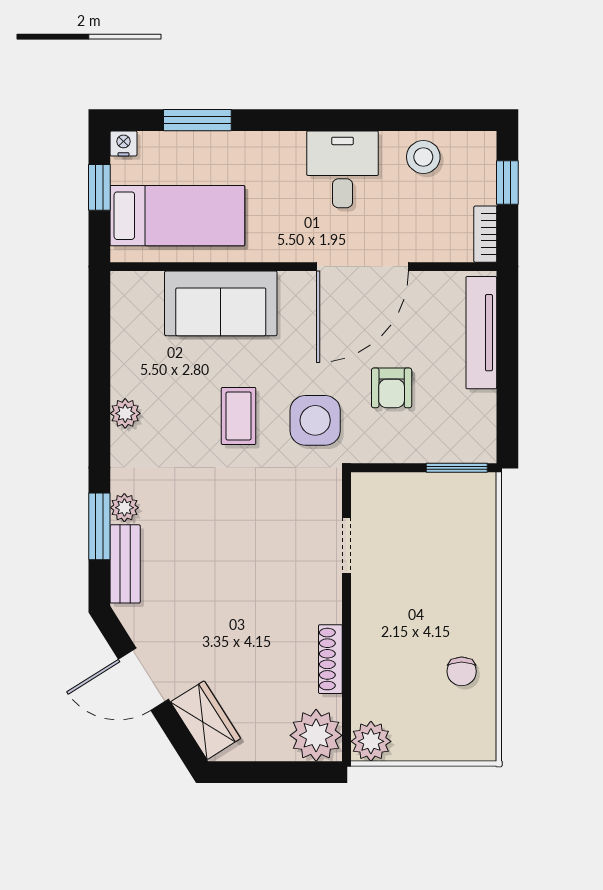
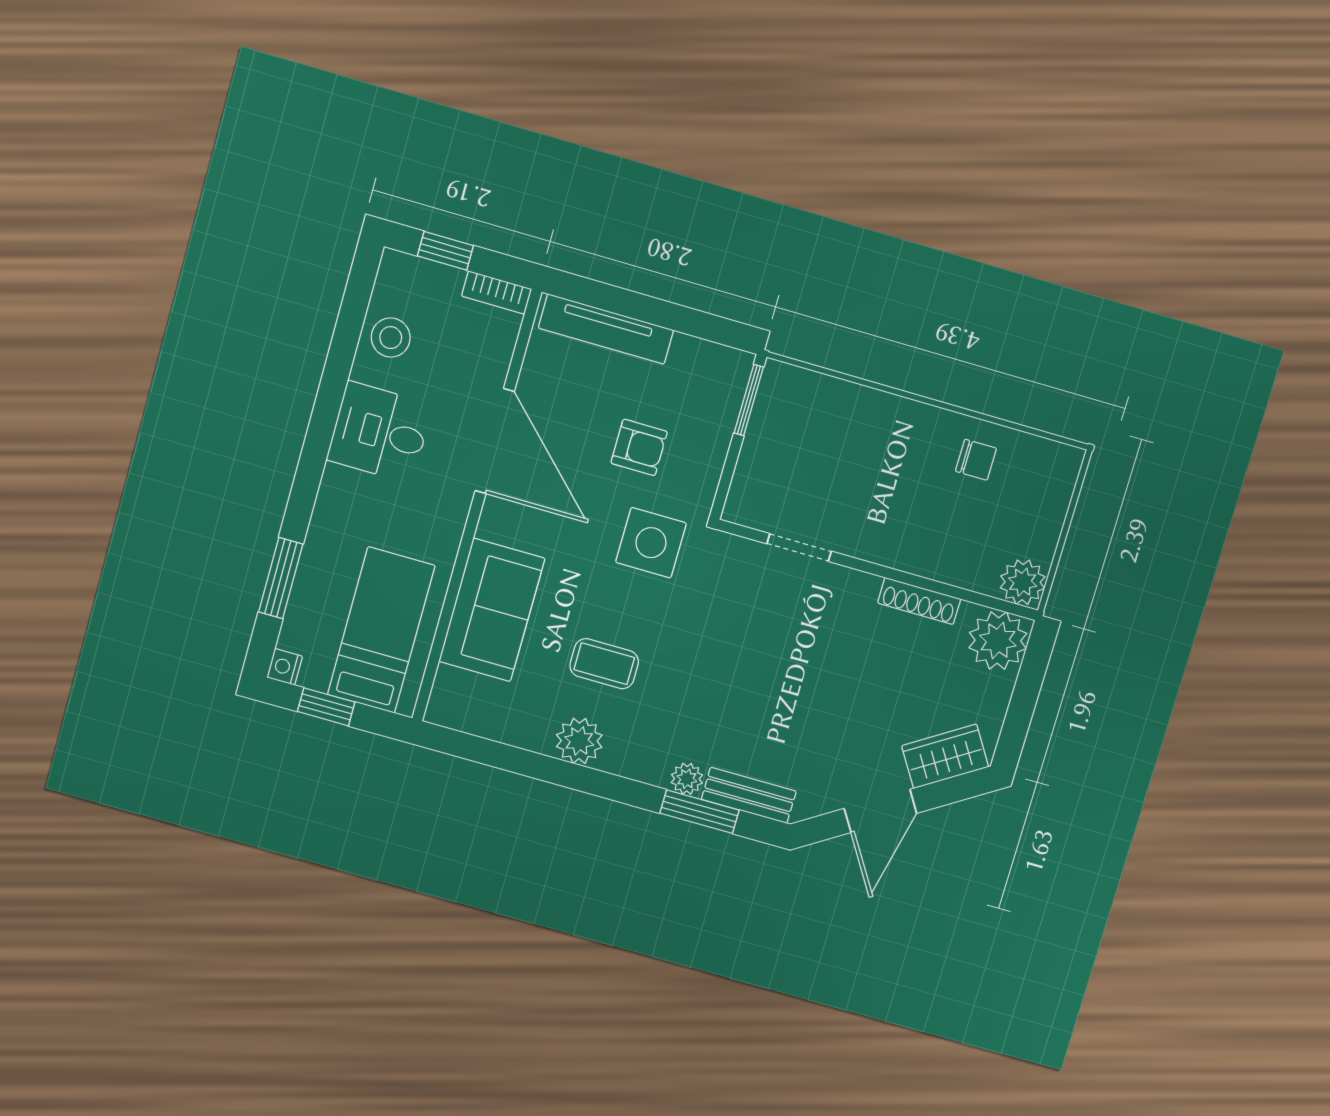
plant: (125, 413) -> (579, 741), width x1.38, depth x1.38
coffee table: (239, 416) -> (604, 664), moved

